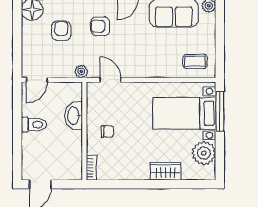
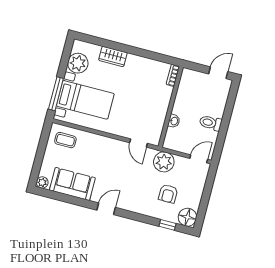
armchair: (100, 26) -> (135, 189), removed
plant: (81, 71) -> (164, 162), width x1.88, depth x1.88
washbasin: (74, 116) -> (174, 121), width x0.52, depth x0.69
chair: (107, 131) -> (152, 102), removed

